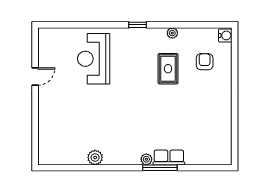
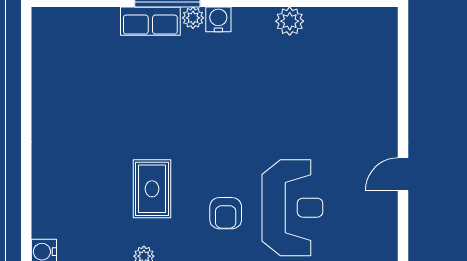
armchair: (205, 62) -> (226, 213), moved
water cooler: (133, 158) -> (218, 19), added

